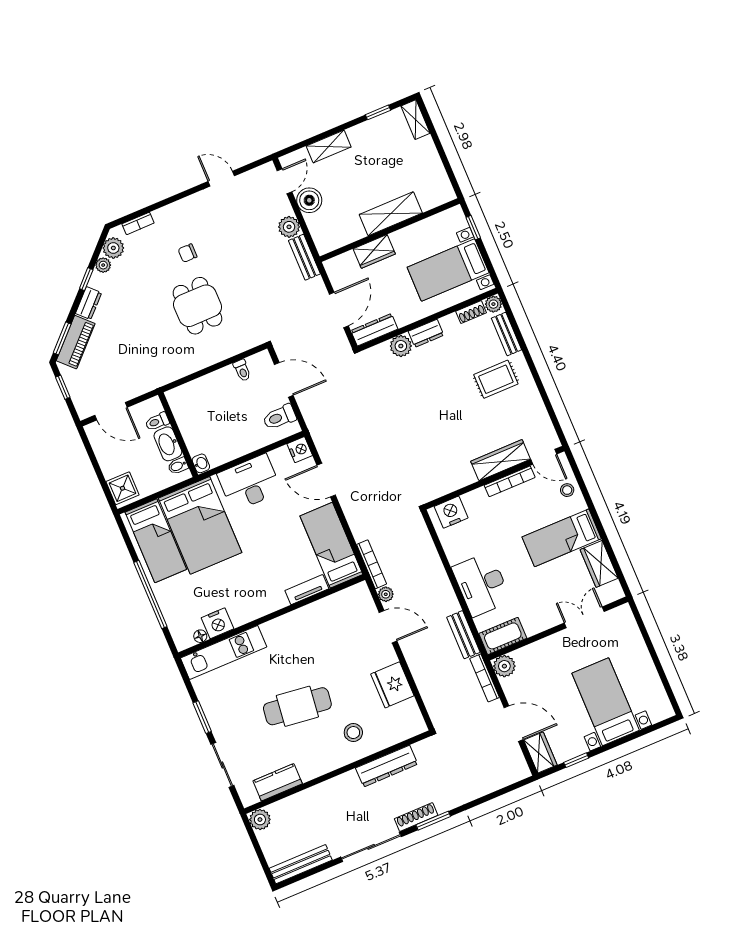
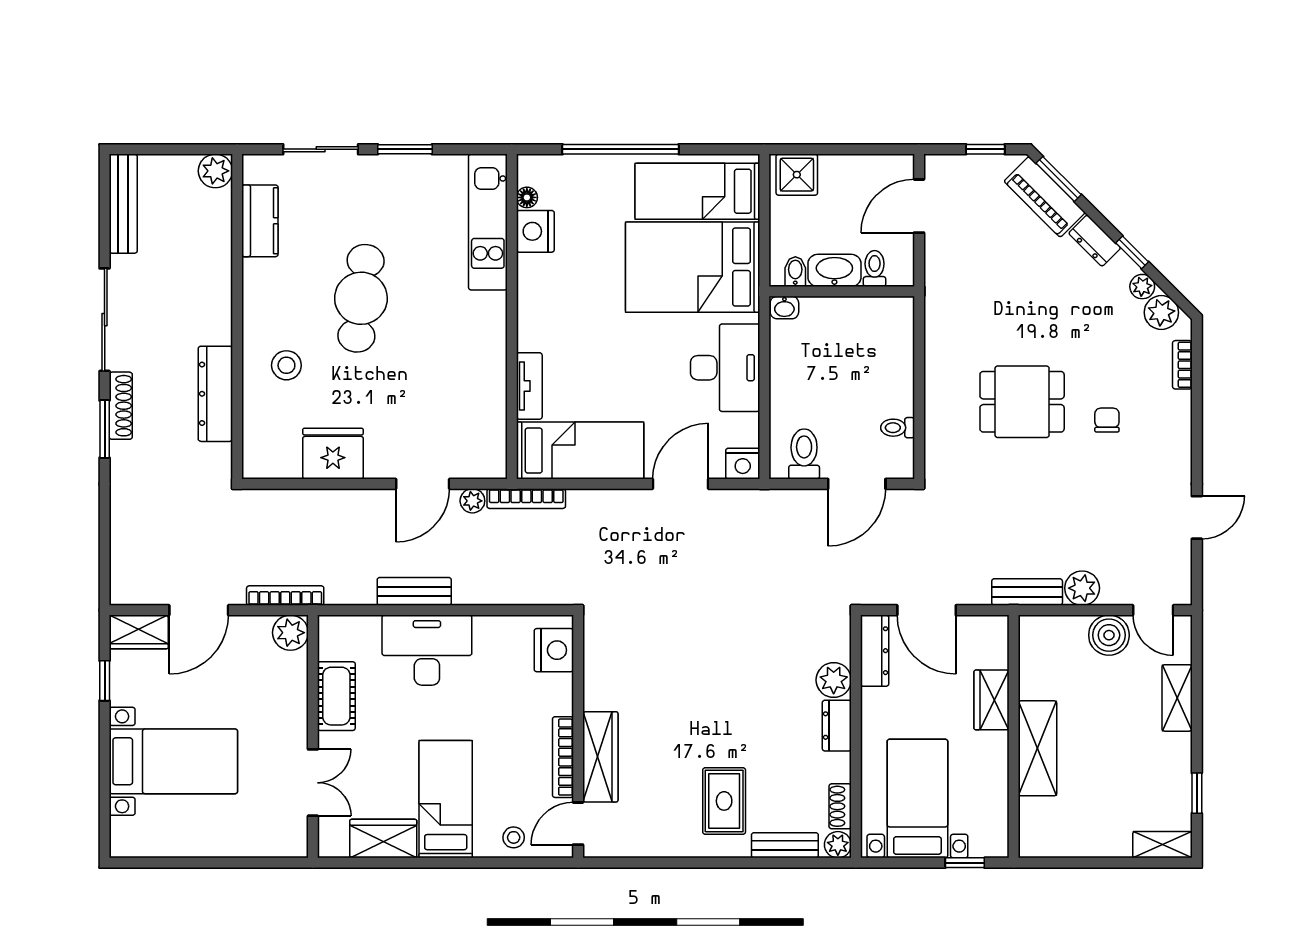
bench: (463, 635) -> (414, 591), moved
cot: (503, 636) -> (336, 696), moved

